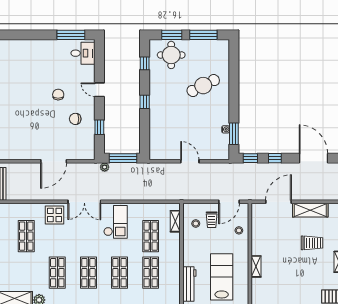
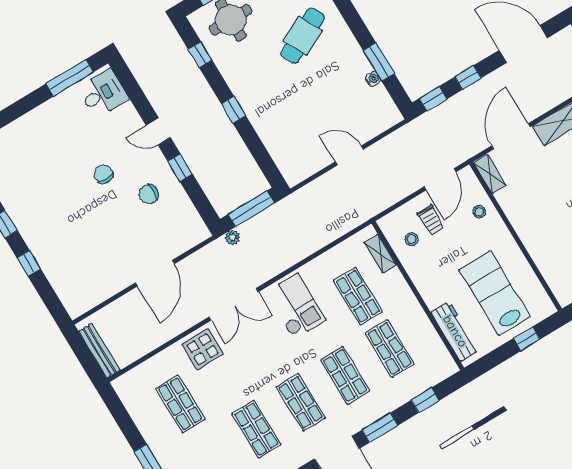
window: (99, 127) -> (180, 168), moved
window: (234, 134) -> (379, 62), moved
shelving: (256, 266) -> (490, 174), moved

